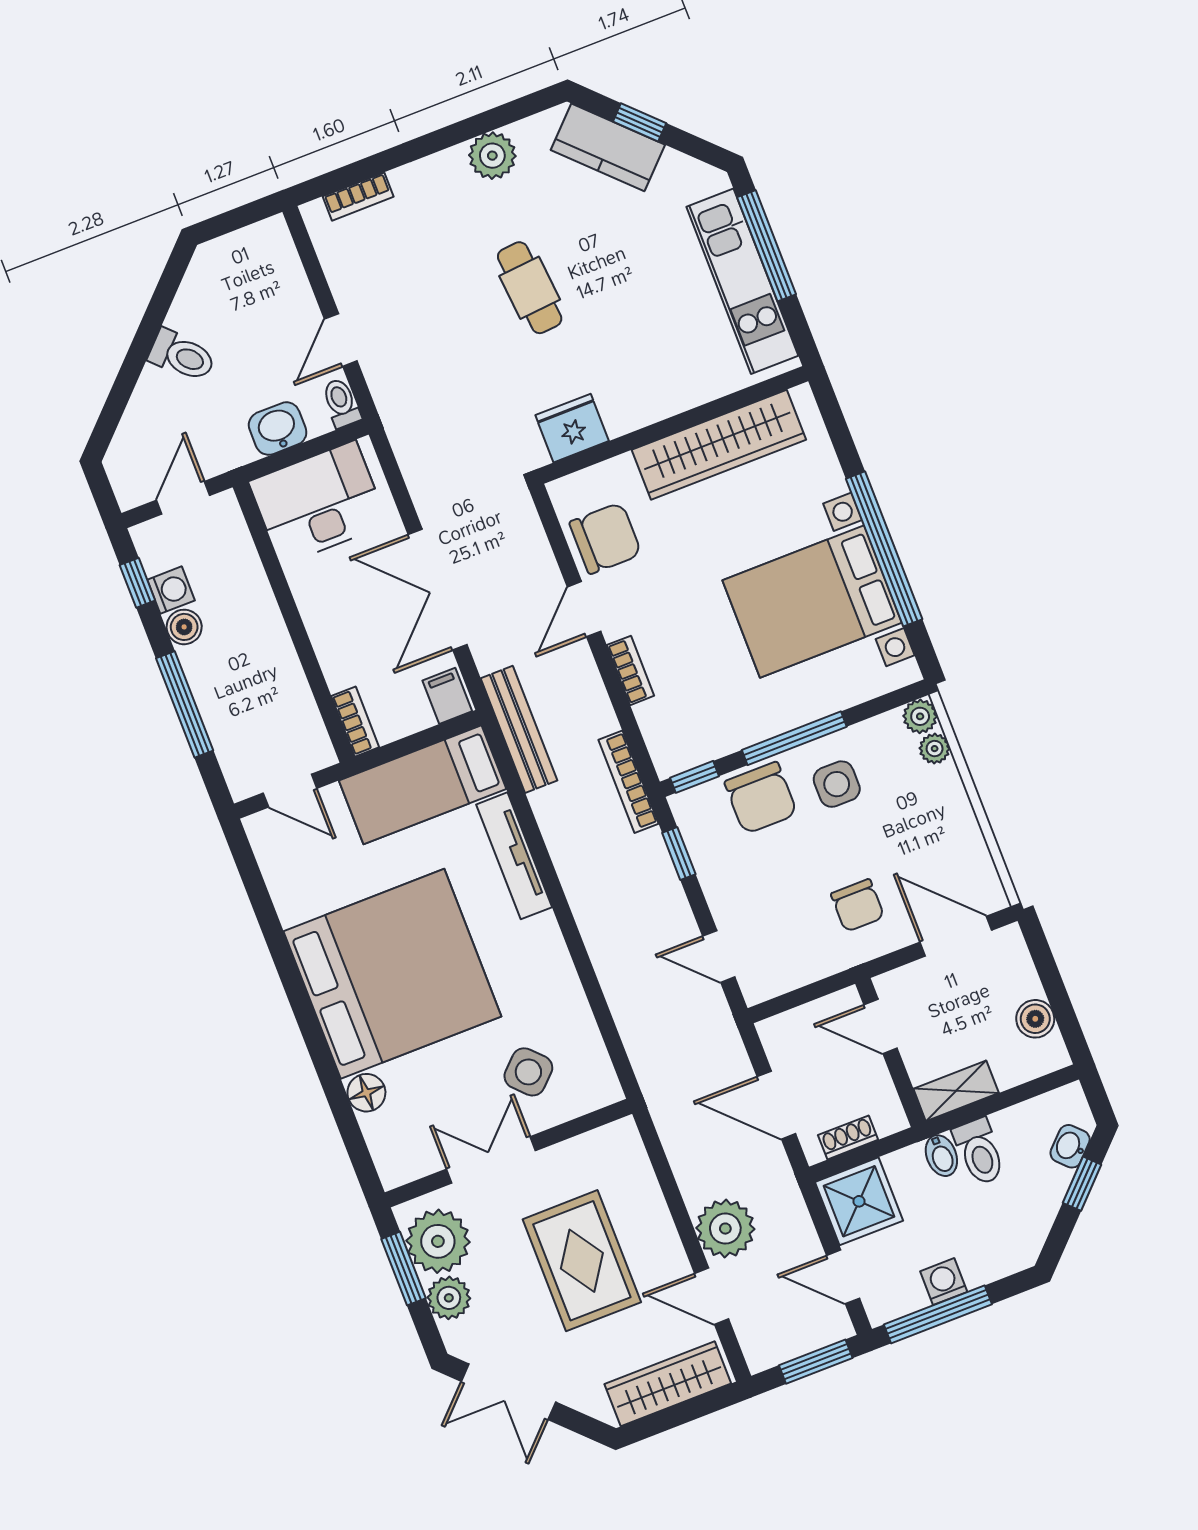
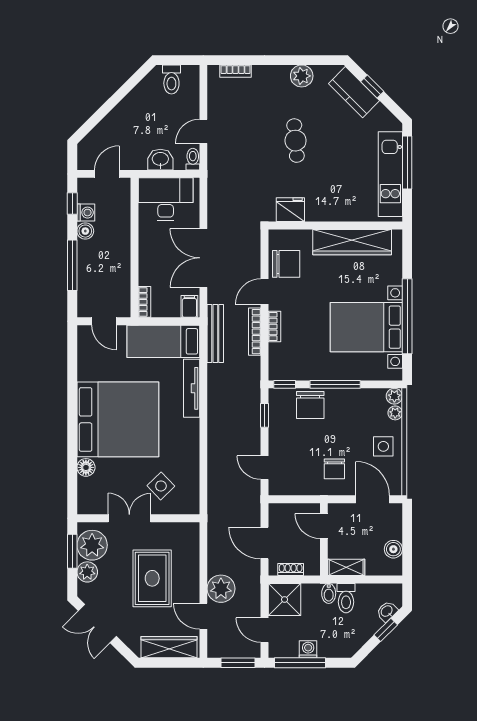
toilet: (182, 356) -> (171, 79), moved, turned 45
bookcase: (629, 782) -> (255, 332), moved
side table: (837, 784) -> (383, 446), moved

